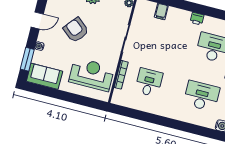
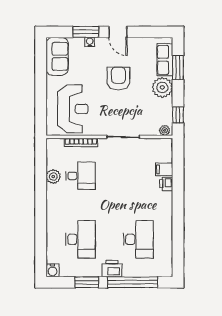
printer: (197, 19) -> (166, 184), moved
armchair: (76, 30) -> (118, 78), turned -40
window: (27, 59) -> (86, 32), moved
plant: (144, 105) -> (53, 177), added

